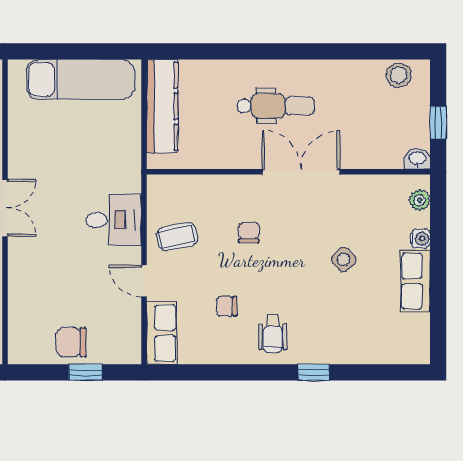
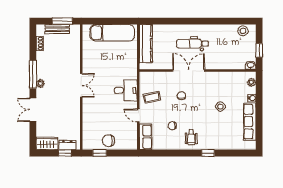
dental chair: (276, 106) -> (192, 44), turned 180
double door: (301, 172) -> (189, 71), moved
row of seats: (415, 281) -> (250, 122), width x1.48
window: (85, 372) -> (100, 153), moved

